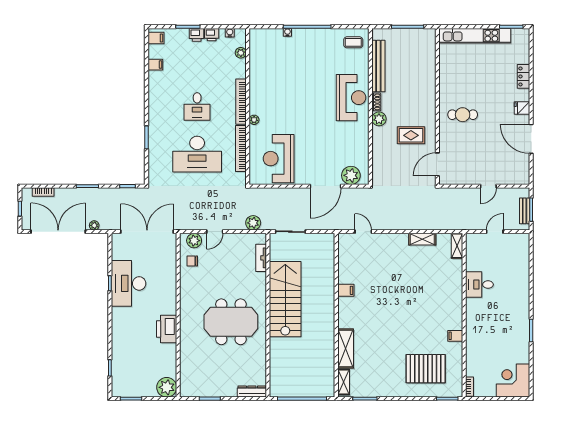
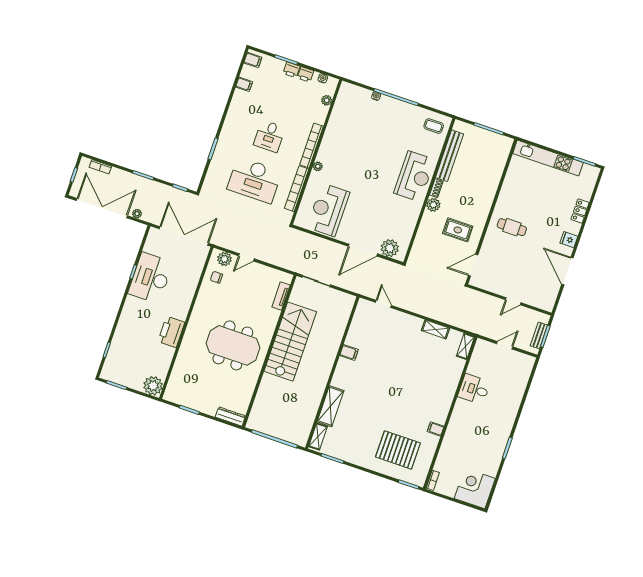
plant: (253, 223) -> (285, 261), removed

